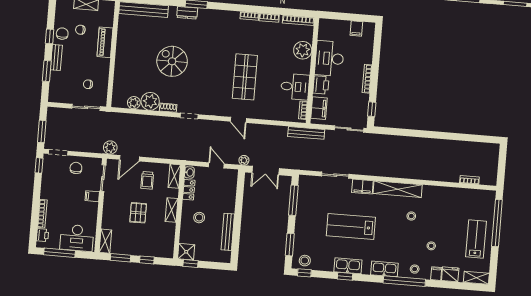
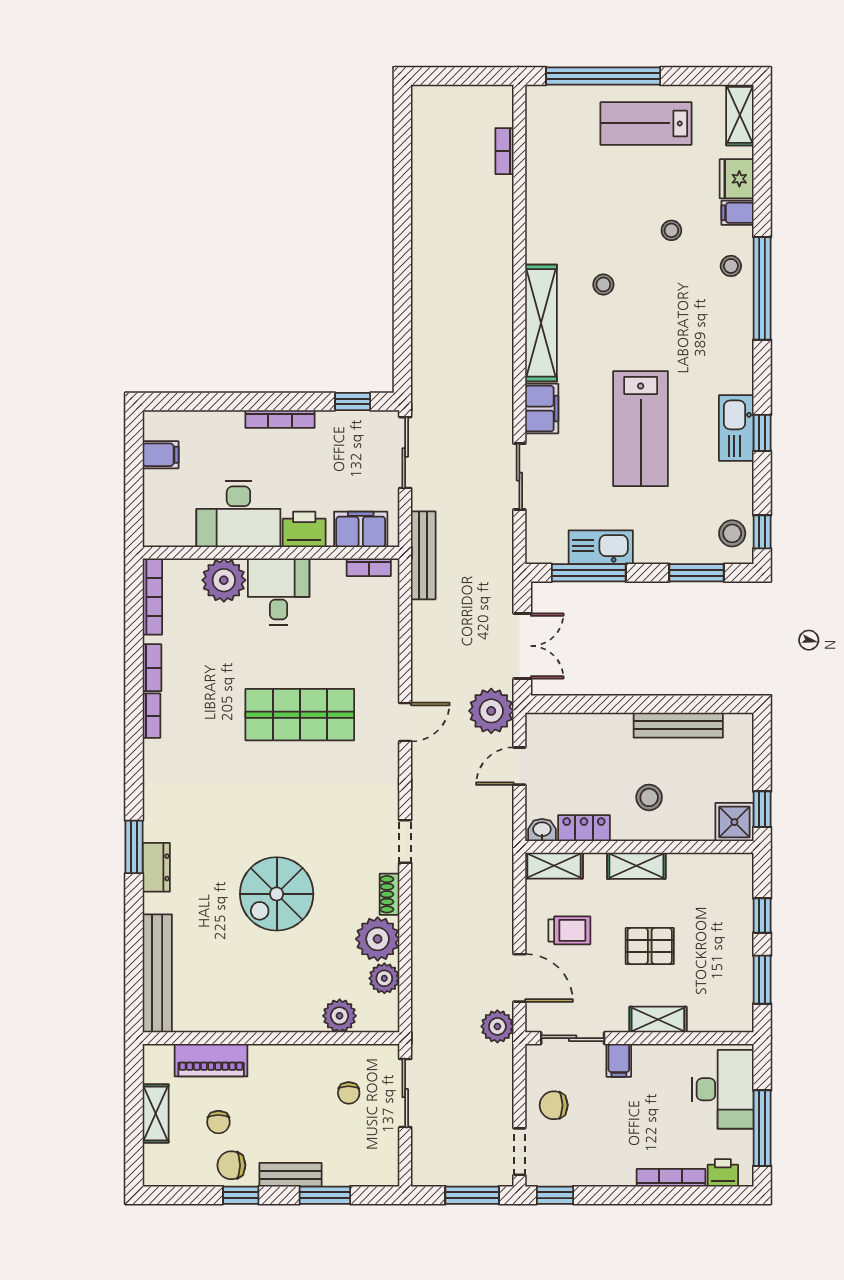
piano: (105, 42) -> (211, 1060), moved
plant: (120, 83) -> (340, 1016), added
desk: (295, 87) -> (279, 592), moved
plant: (244, 160) -> (491, 711), width x1.88, depth x1.88
shelving: (105, 241) -> (658, 1020), moved
kitchen sink: (384, 269) -> (601, 547), moved, turned 90

